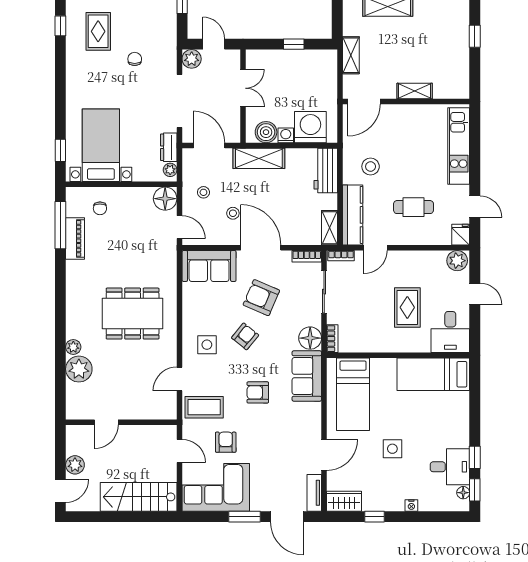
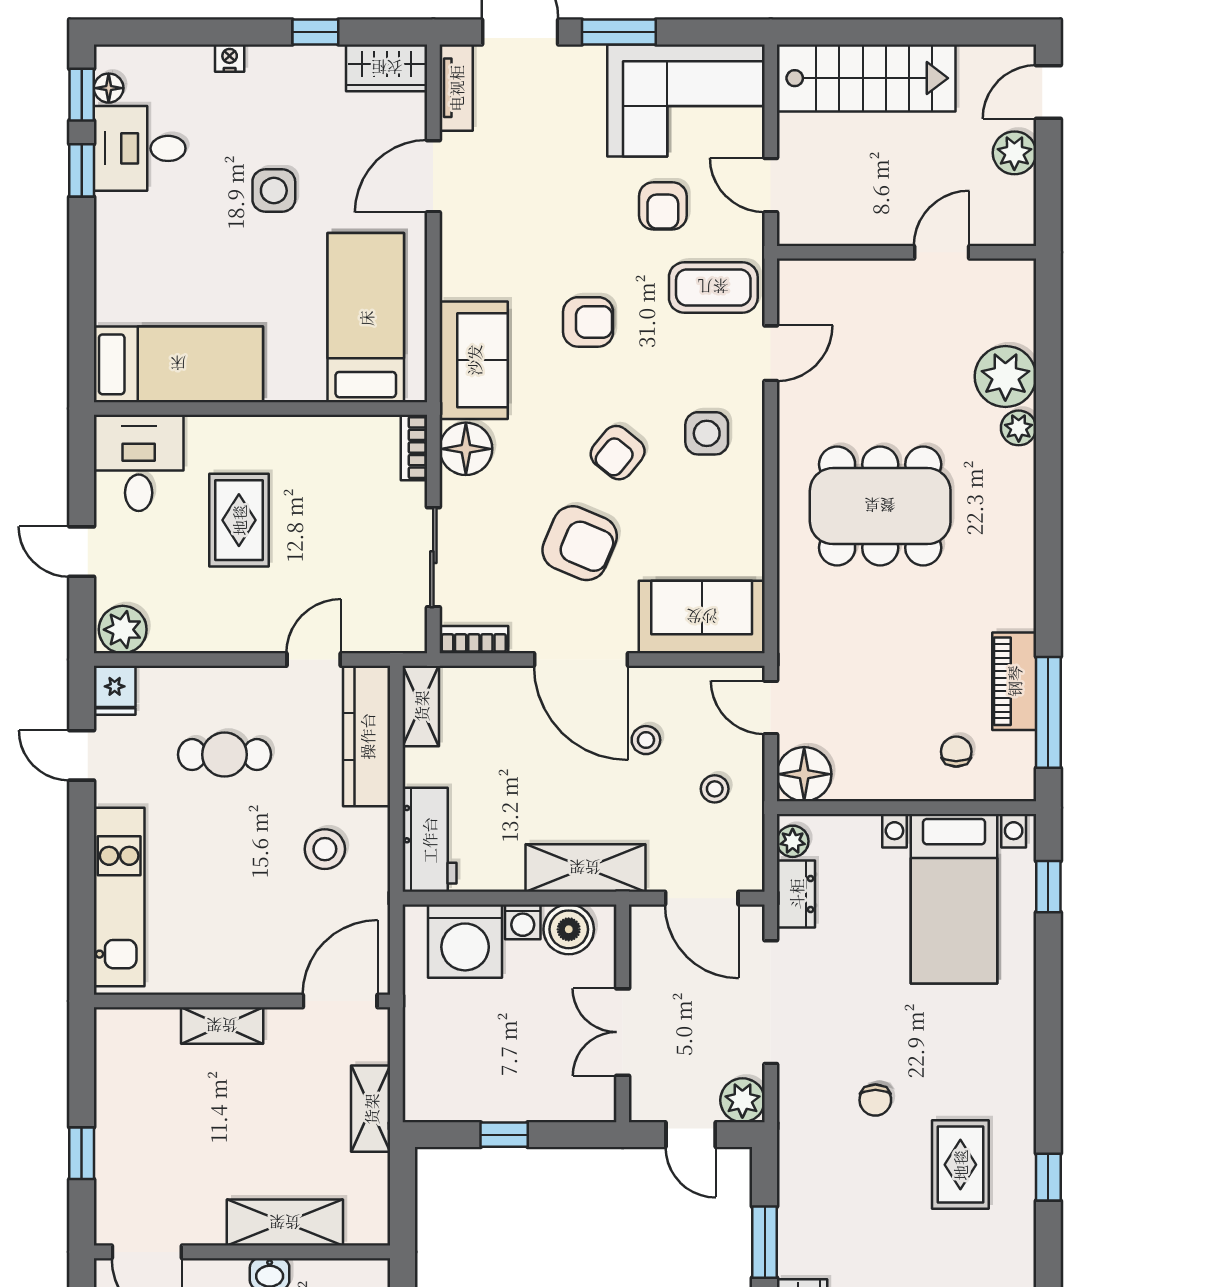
bookcase: (341, 256) -> (394, 641), removed

